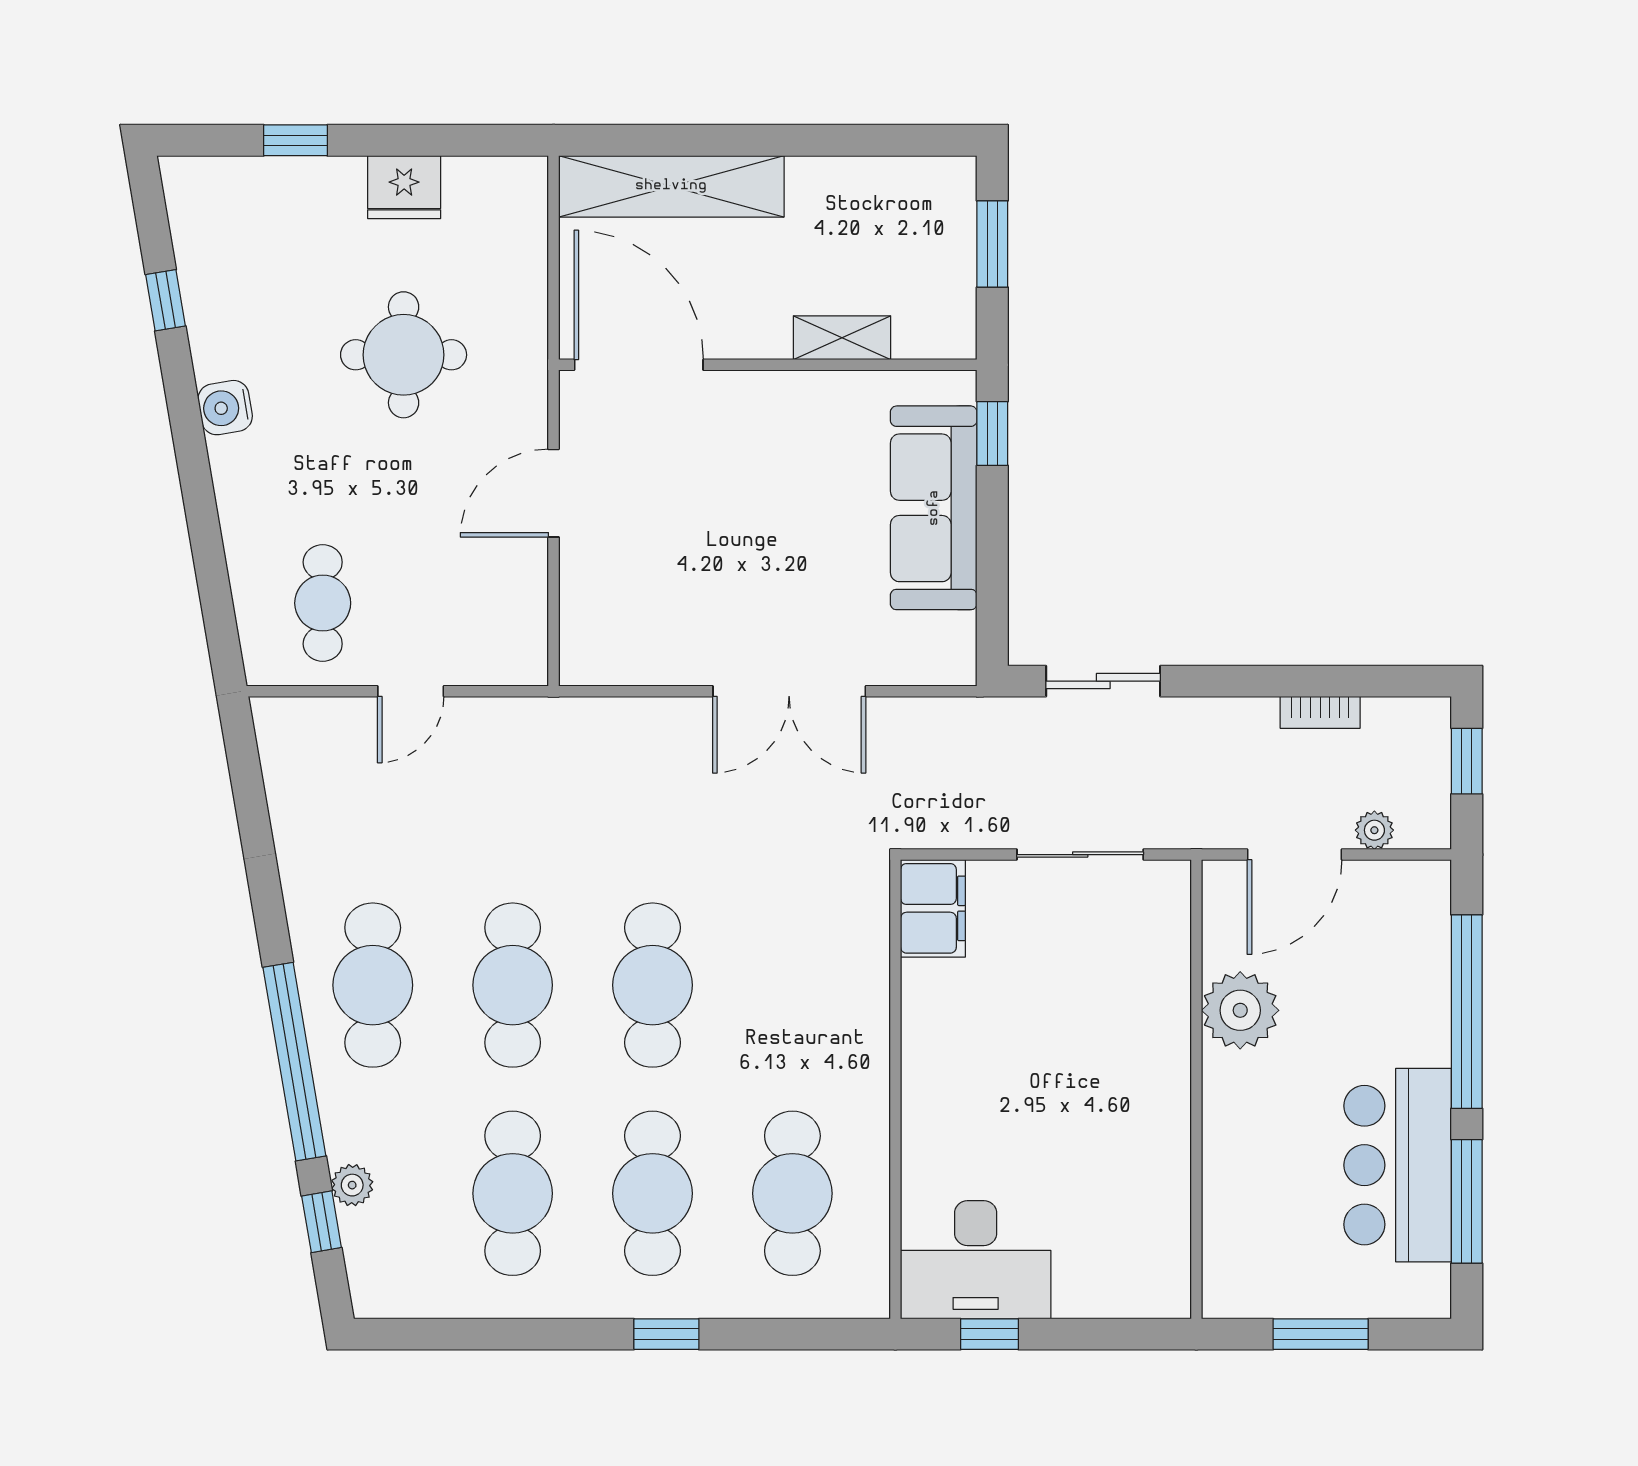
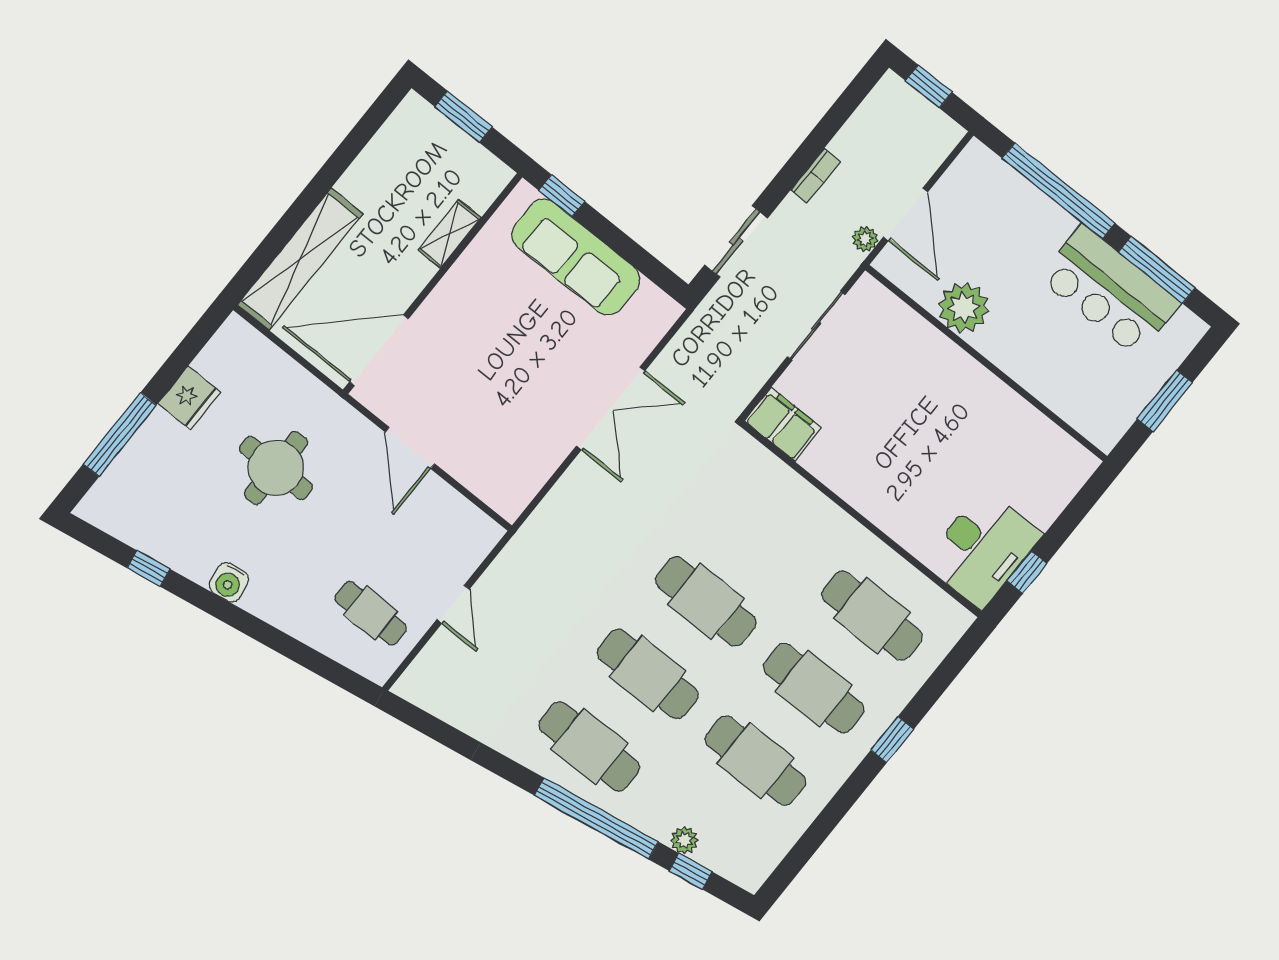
window: (296, 140) -> (120, 435), width x2.17
bookcase: (1320, 712) -> (815, 176), moved
plant: (1374, 830) -> (865, 239), moved

